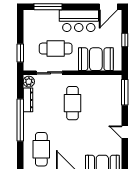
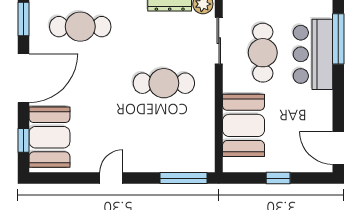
bar counter: (79, 21) -> (313, 54), moved

